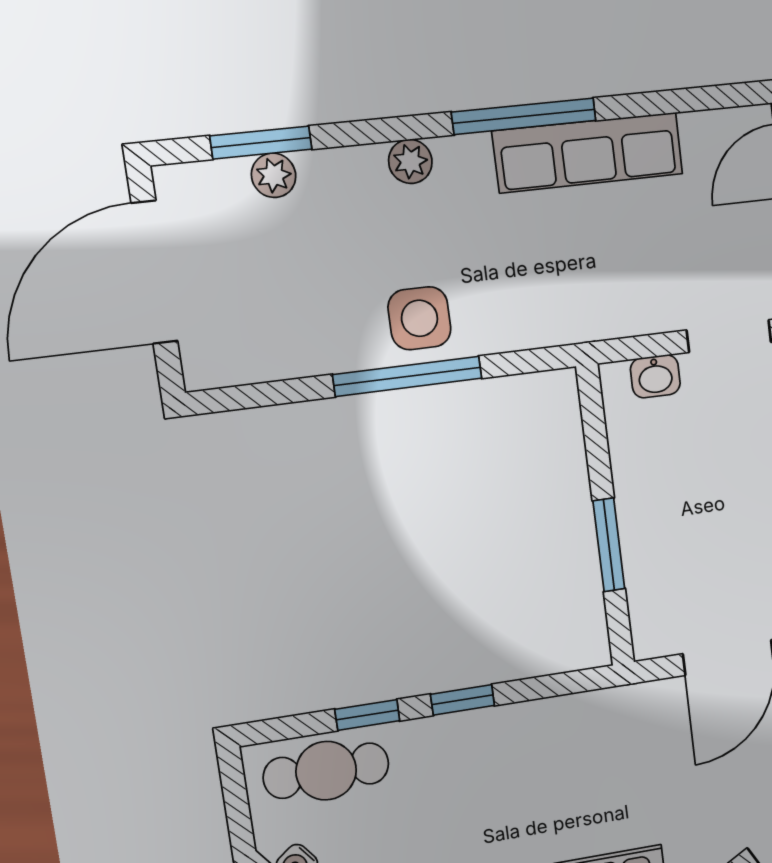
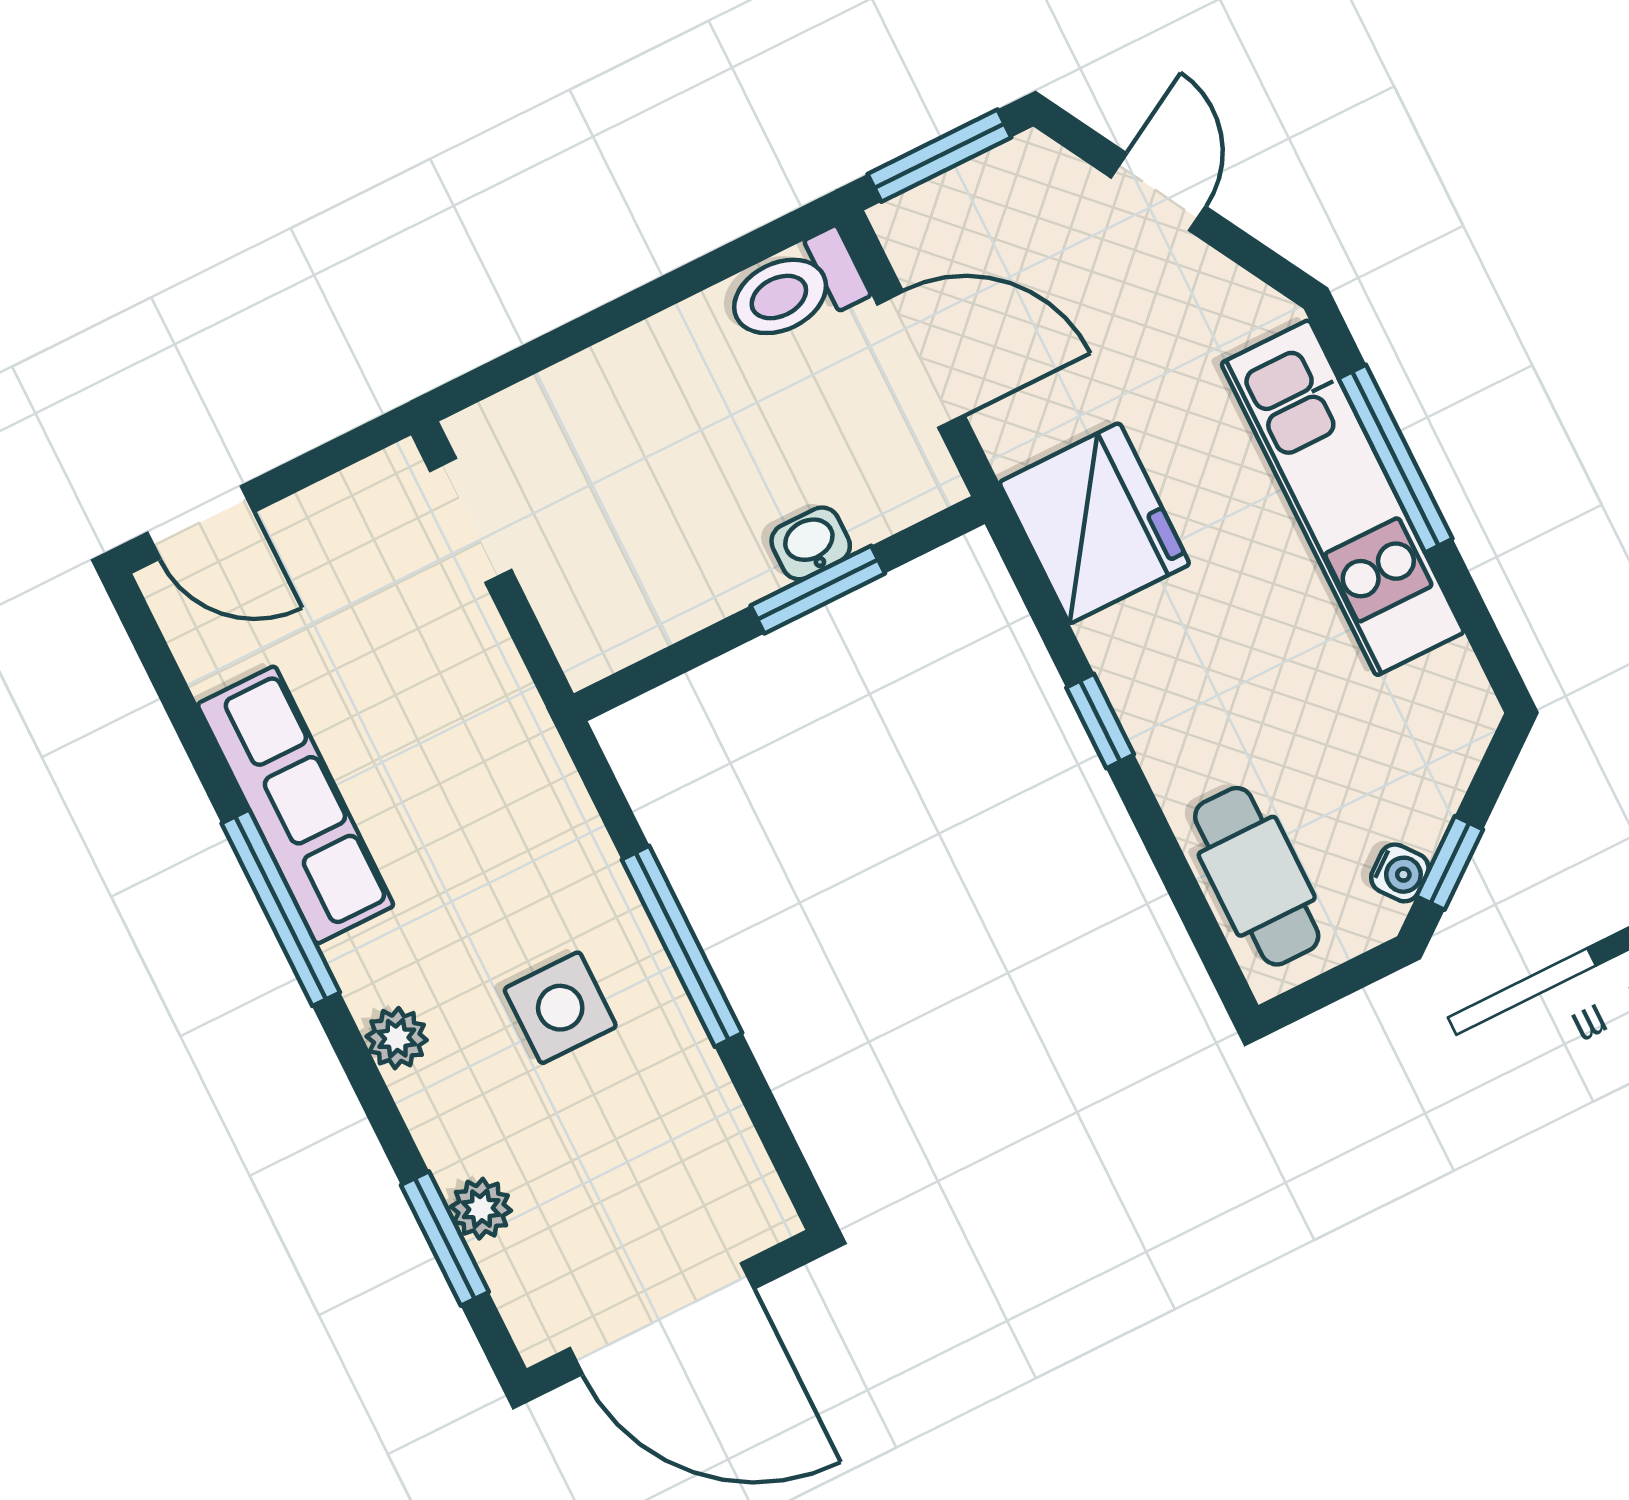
side table: (419, 318) -> (560, 1008), moved
washbasin: (655, 376) -> (811, 543), moved, turned -90
window: (367, 715) -> (1162, 846), removed
fridge: (590, 735) -> (1094, 523), added

